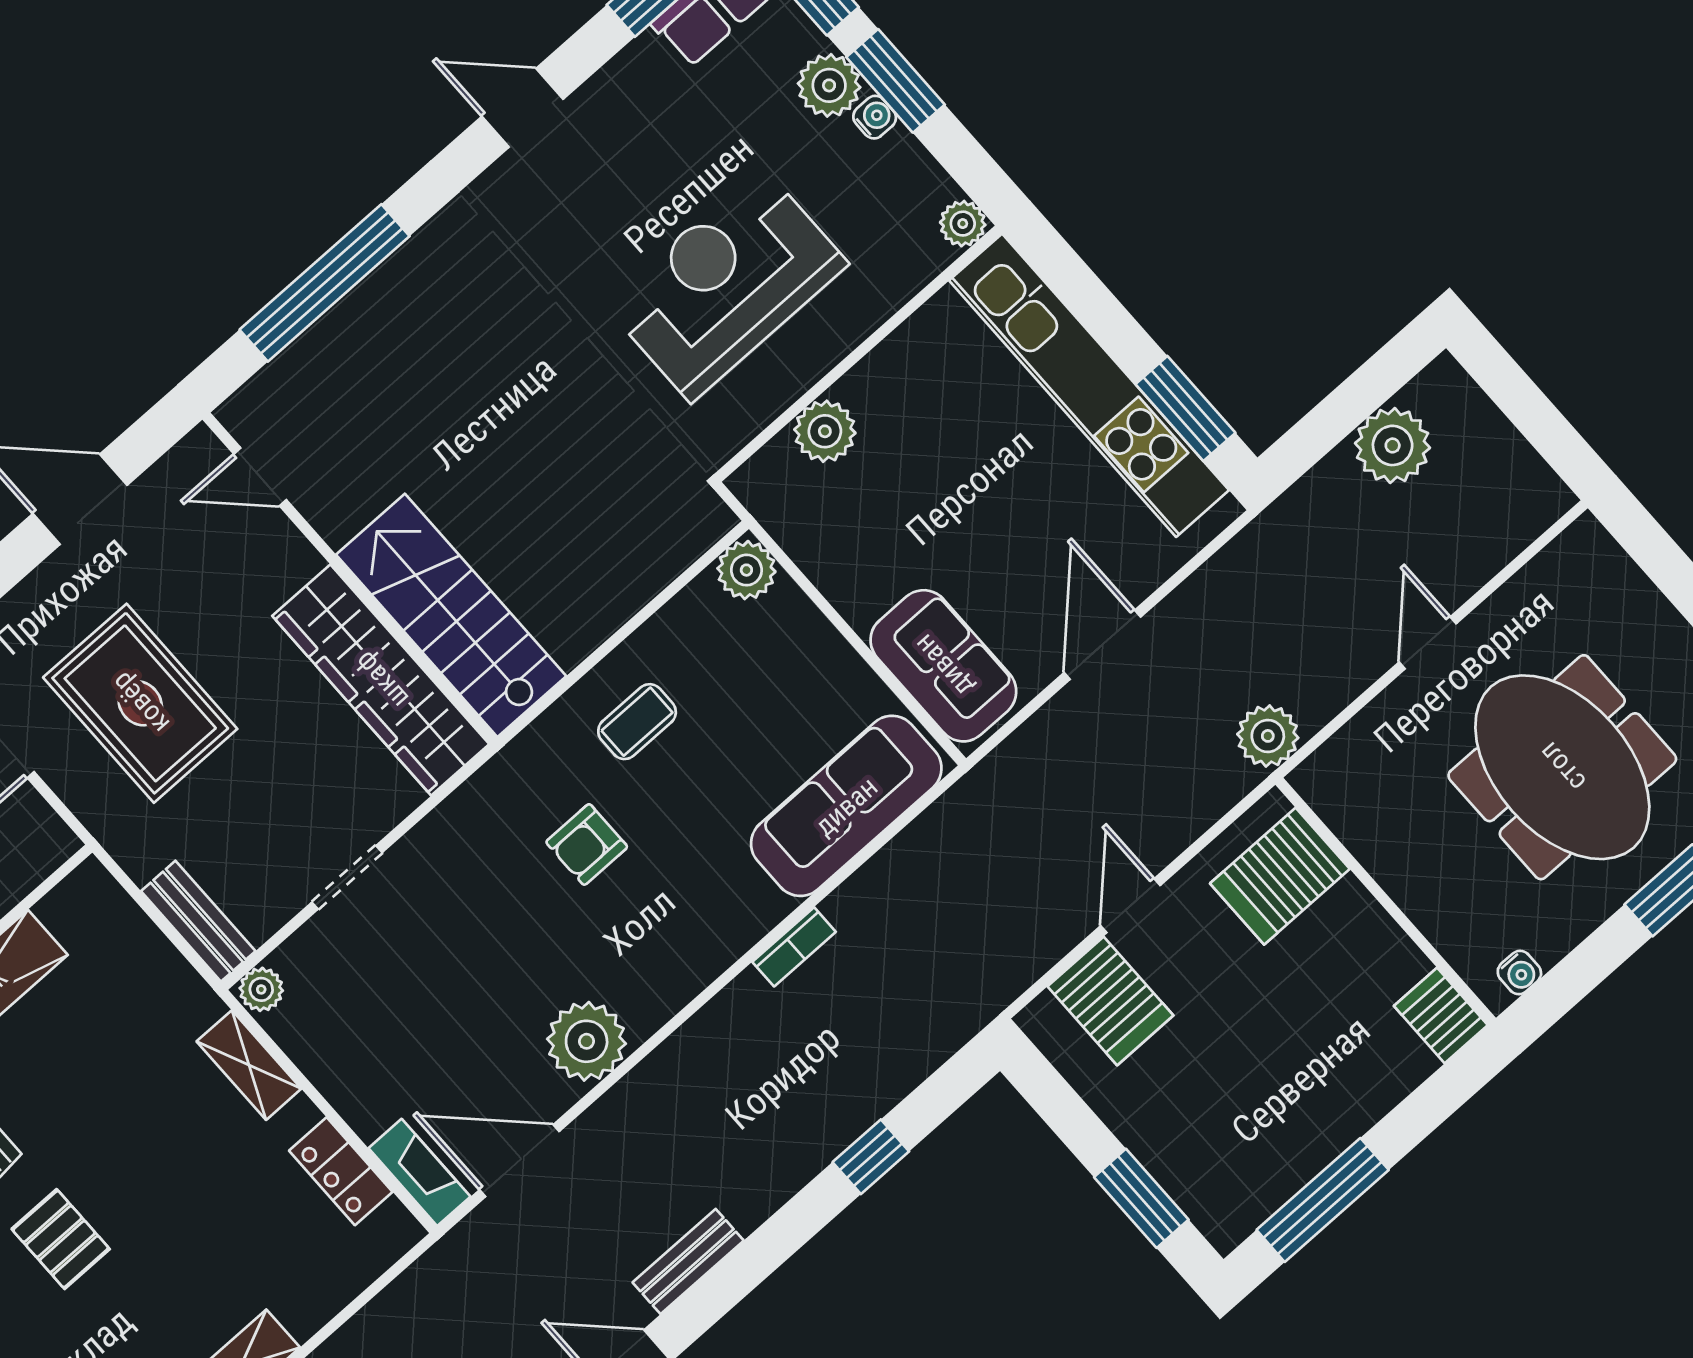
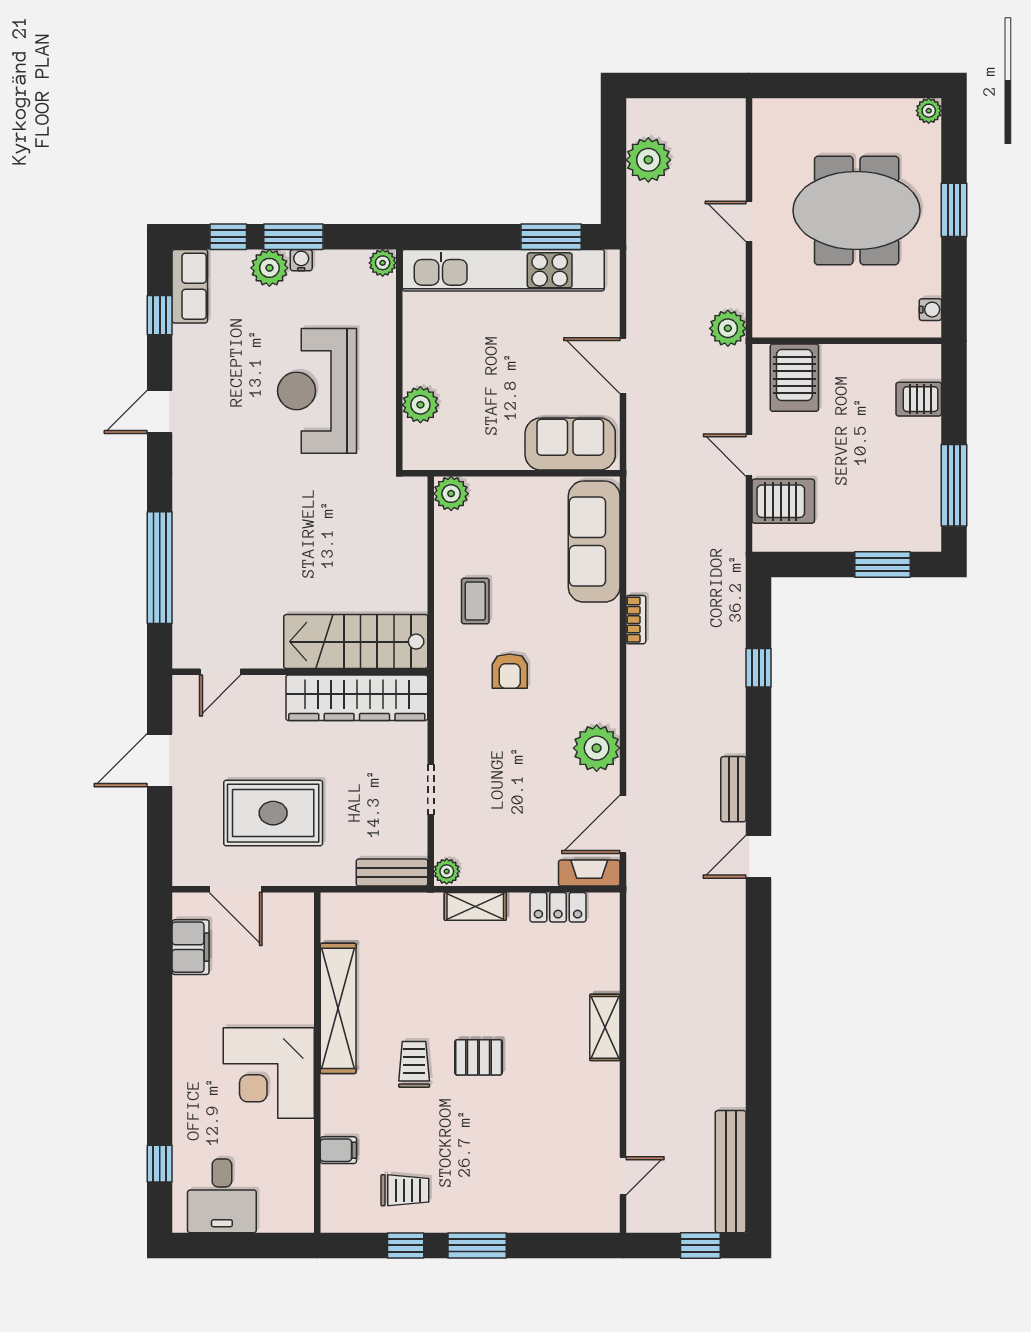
server rack: (1441, 1015) -> (919, 399), moved

